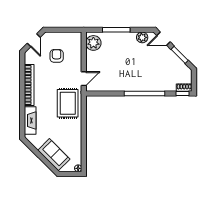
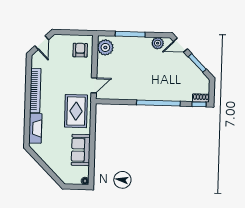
armchair: (57, 56) -> (80, 50), moved
sofa: (54, 155) -> (81, 150), moved, turned -135

